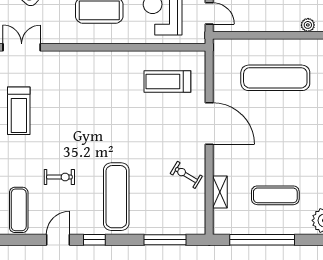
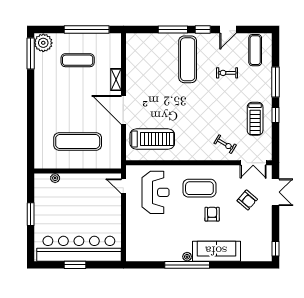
treadmill: (167, 81) -> (152, 139), width x1.37, depth x1.38
treadmill: (19, 111) -> (255, 119), turned 180
exercise bike: (186, 175) -> (225, 144), moved
shelving: (220, 192) -> (116, 80), moved
window: (165, 240) -> (173, 30), moved

